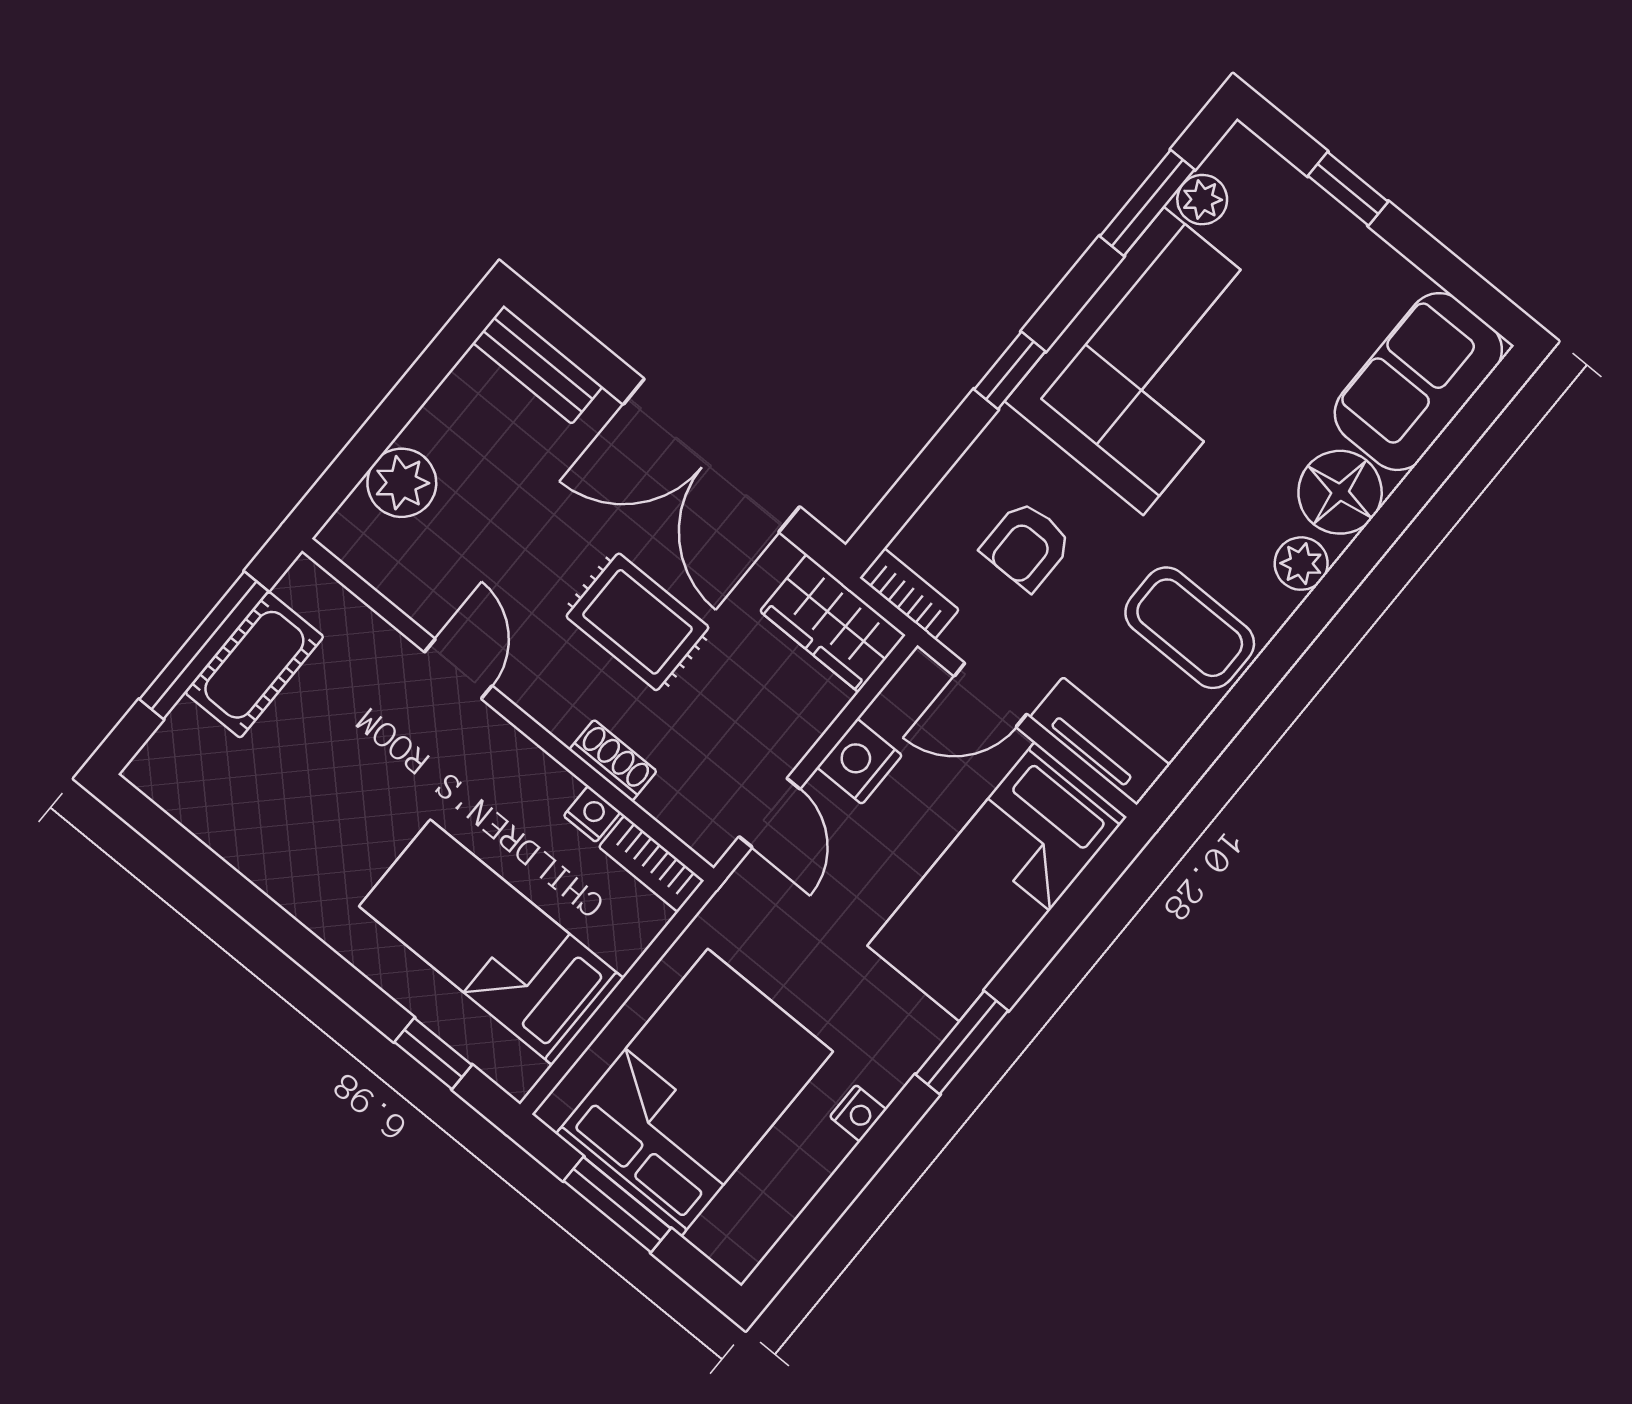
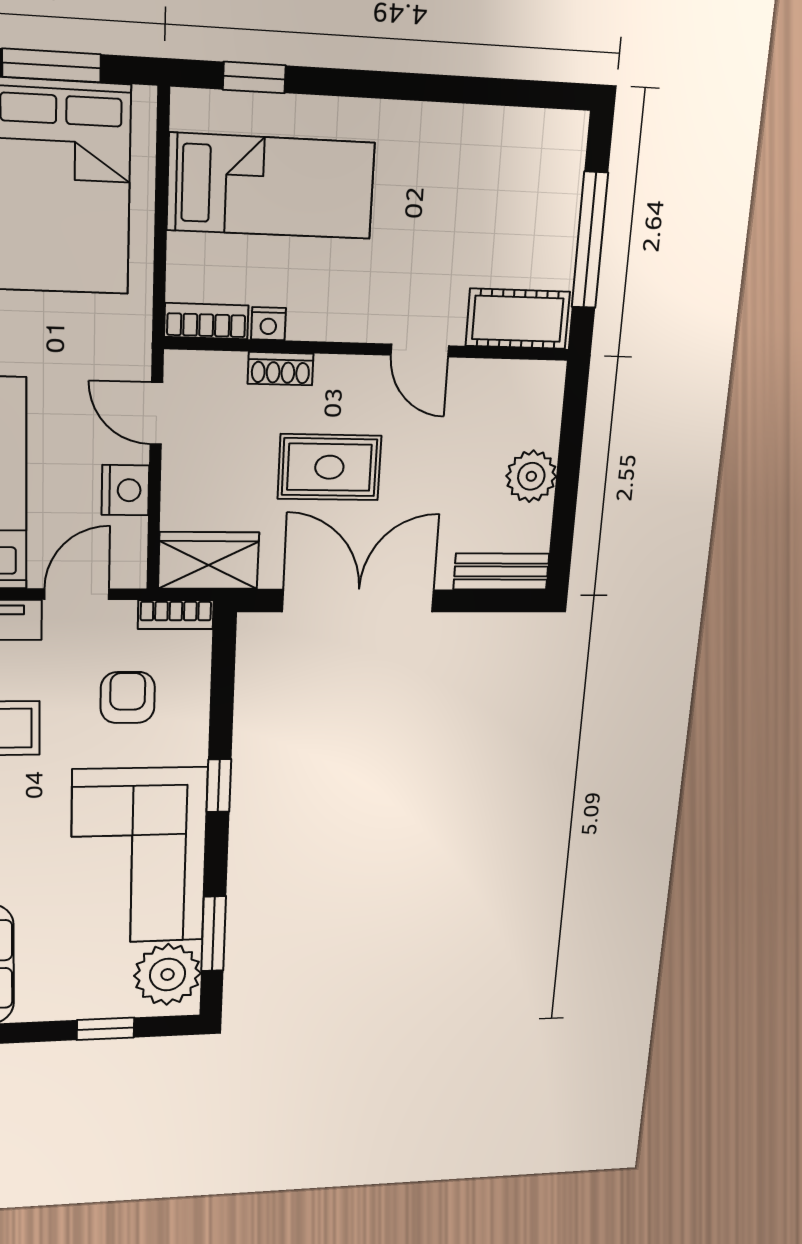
plant: (1202, 200) -> (168, 975), width x1.87, depth x1.87
plant: (402, 483) -> (531, 476), moved
cot: (254, 665) -> (518, 319), moved, turned 90

